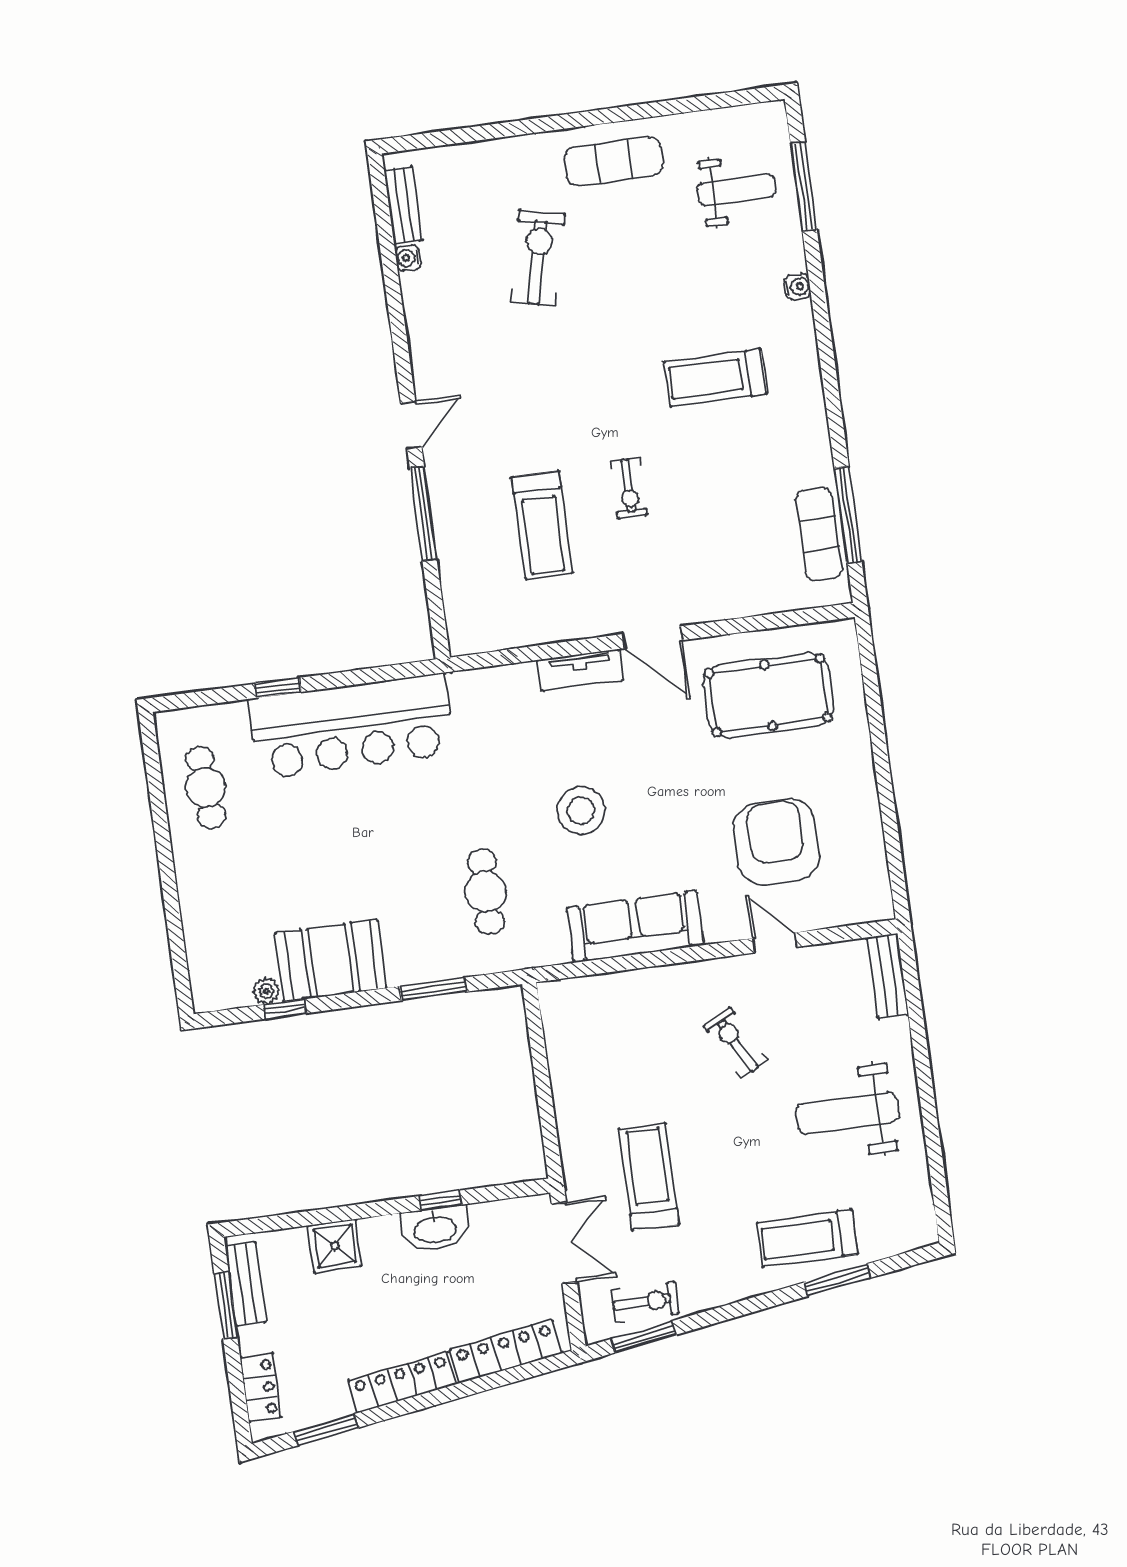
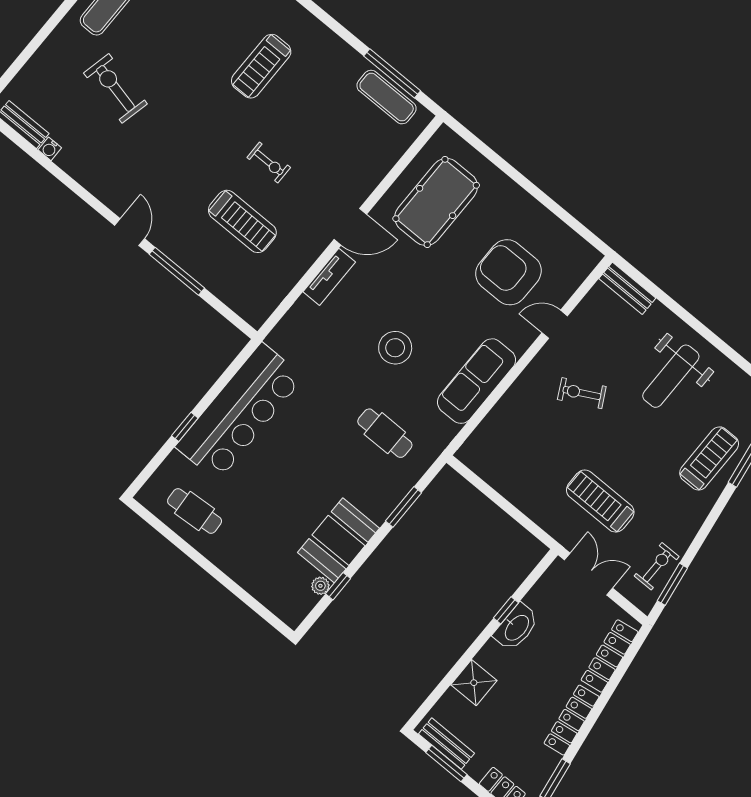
treadmill: (807, 1238) -> (709, 458), turned 180

